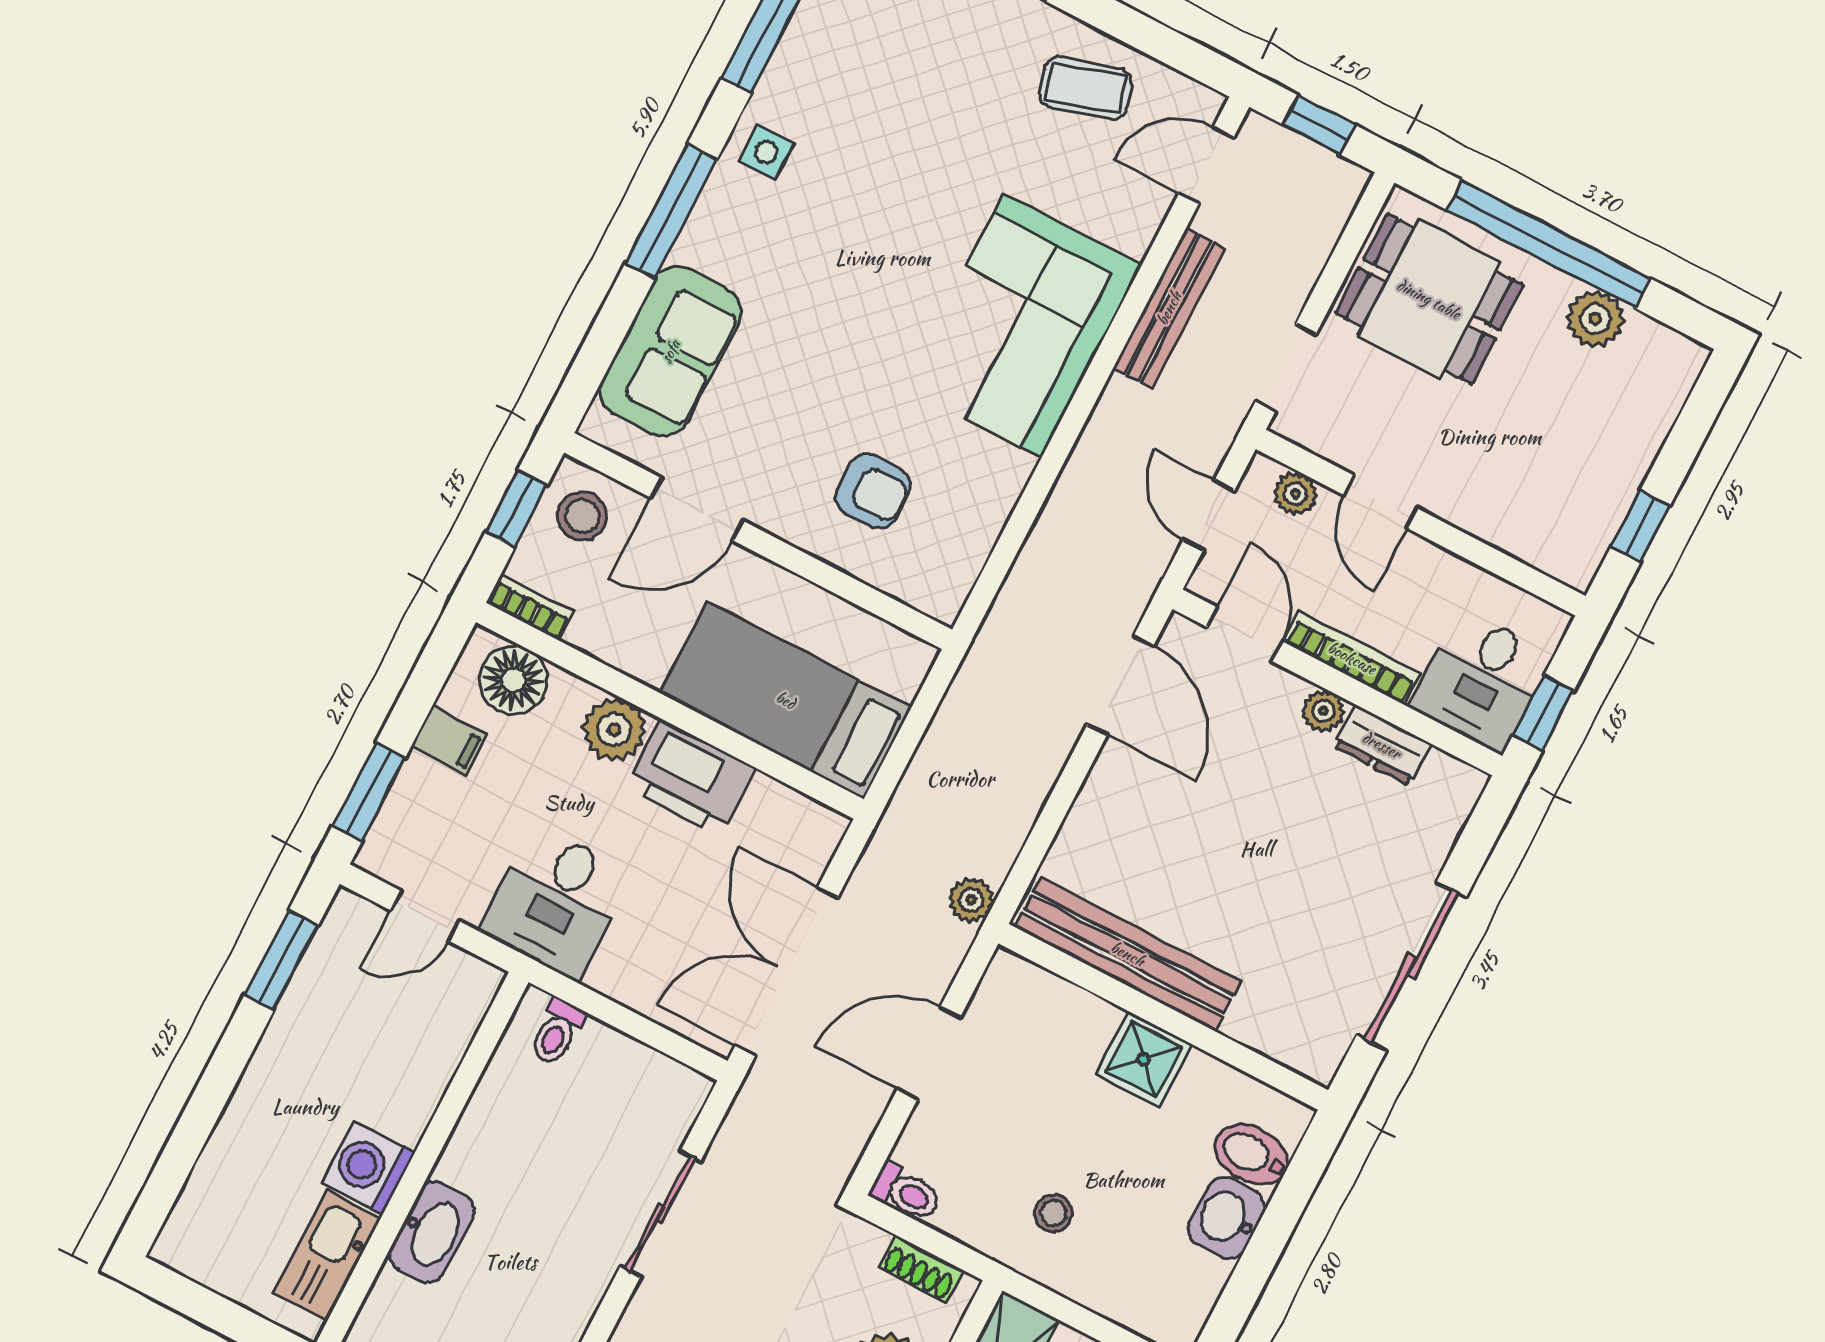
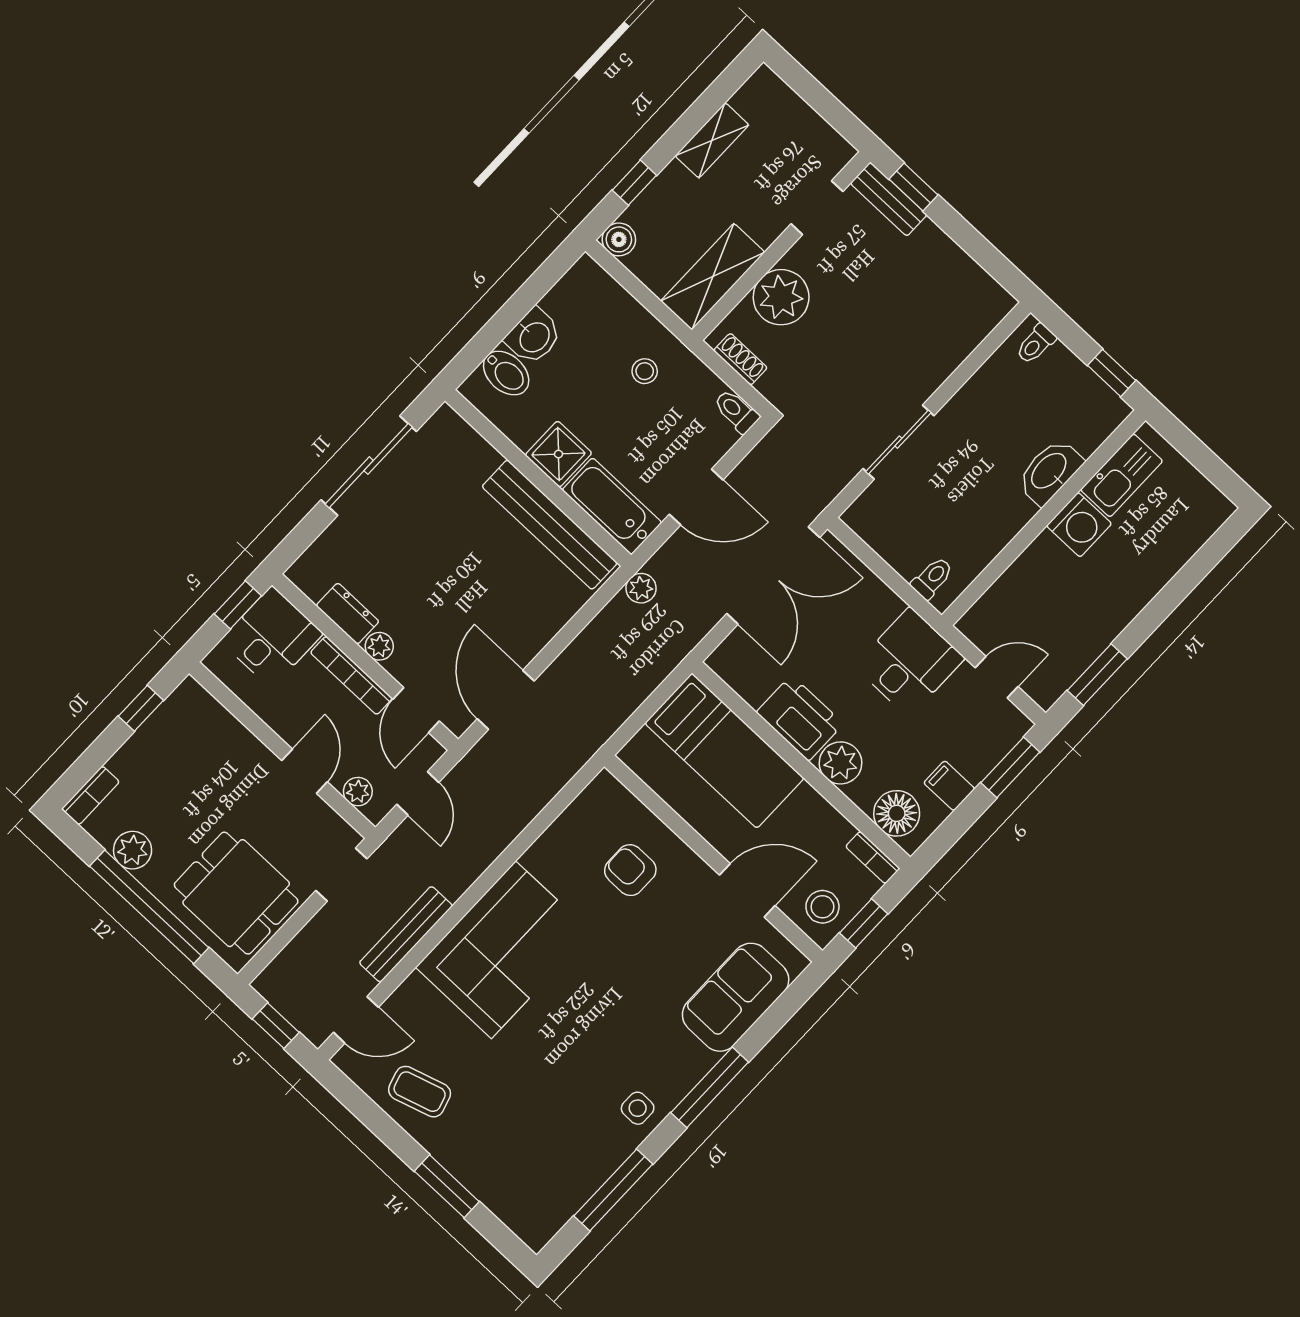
bookcase: (1678, 380) -> (90, 795), added
bathtub: (1046, 1006) -> (612, 506), added

